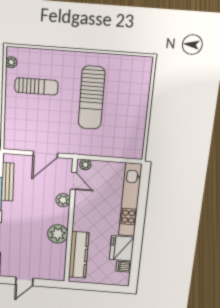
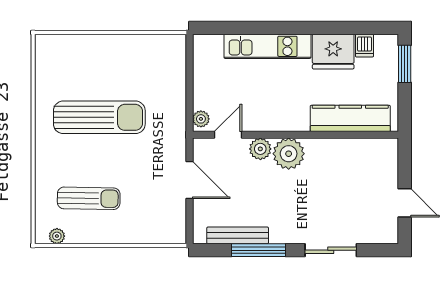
sun lounger: (36, 86) -> (89, 198), turned 91
kitchen unit: (130, 200) -> (267, 46), width x0.73
plant: (58, 234) -> (289, 154), moved
window: (110, 288) -> (405, 64), added

